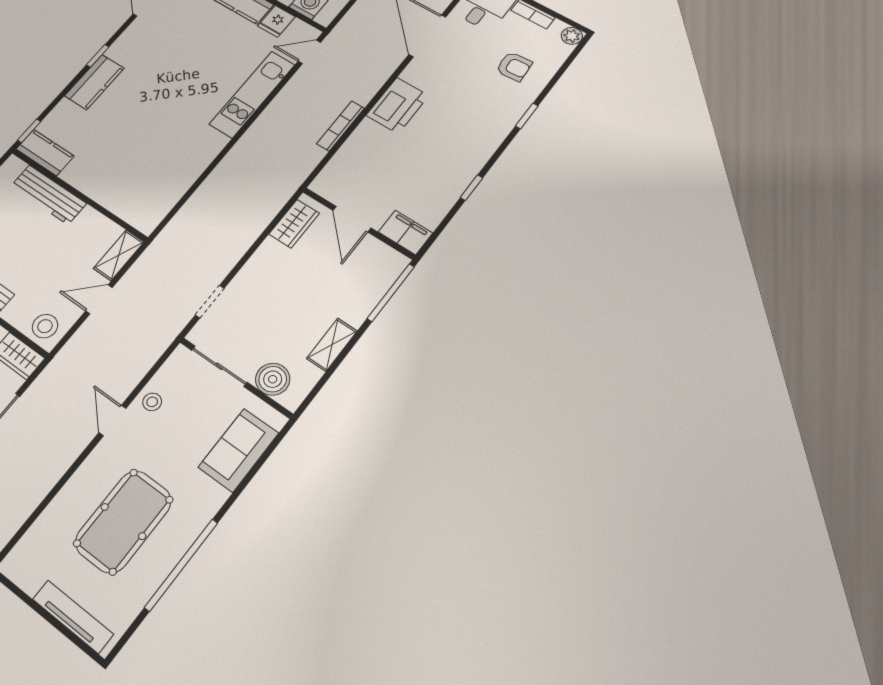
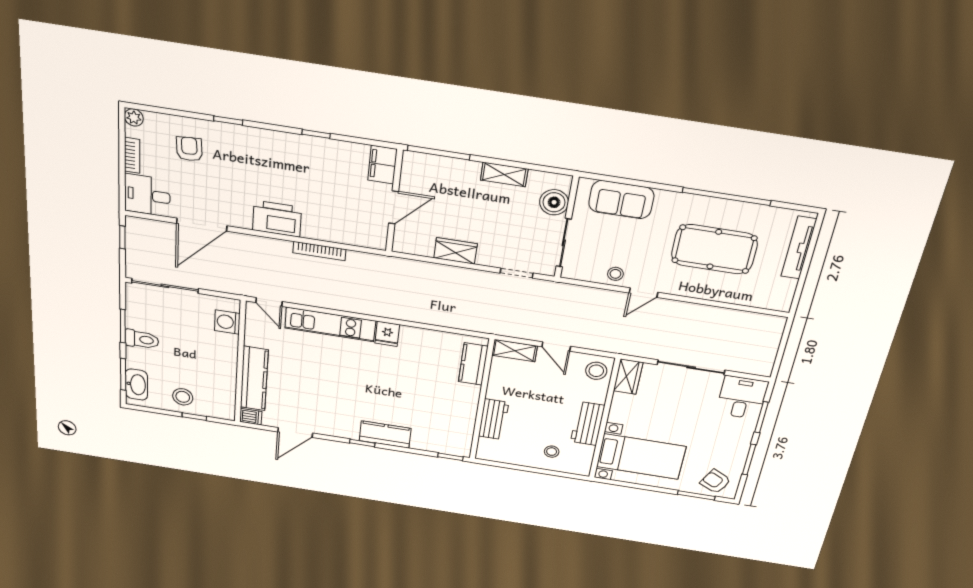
fridge: (276, 21) -> (387, 334), moved, turned 90
kitchen counter: (45, 153) -> (473, 364), moved
workbench: (48, 195) -> (494, 419), width x0.73
wardrobe: (294, 224) -> (455, 251), moved

